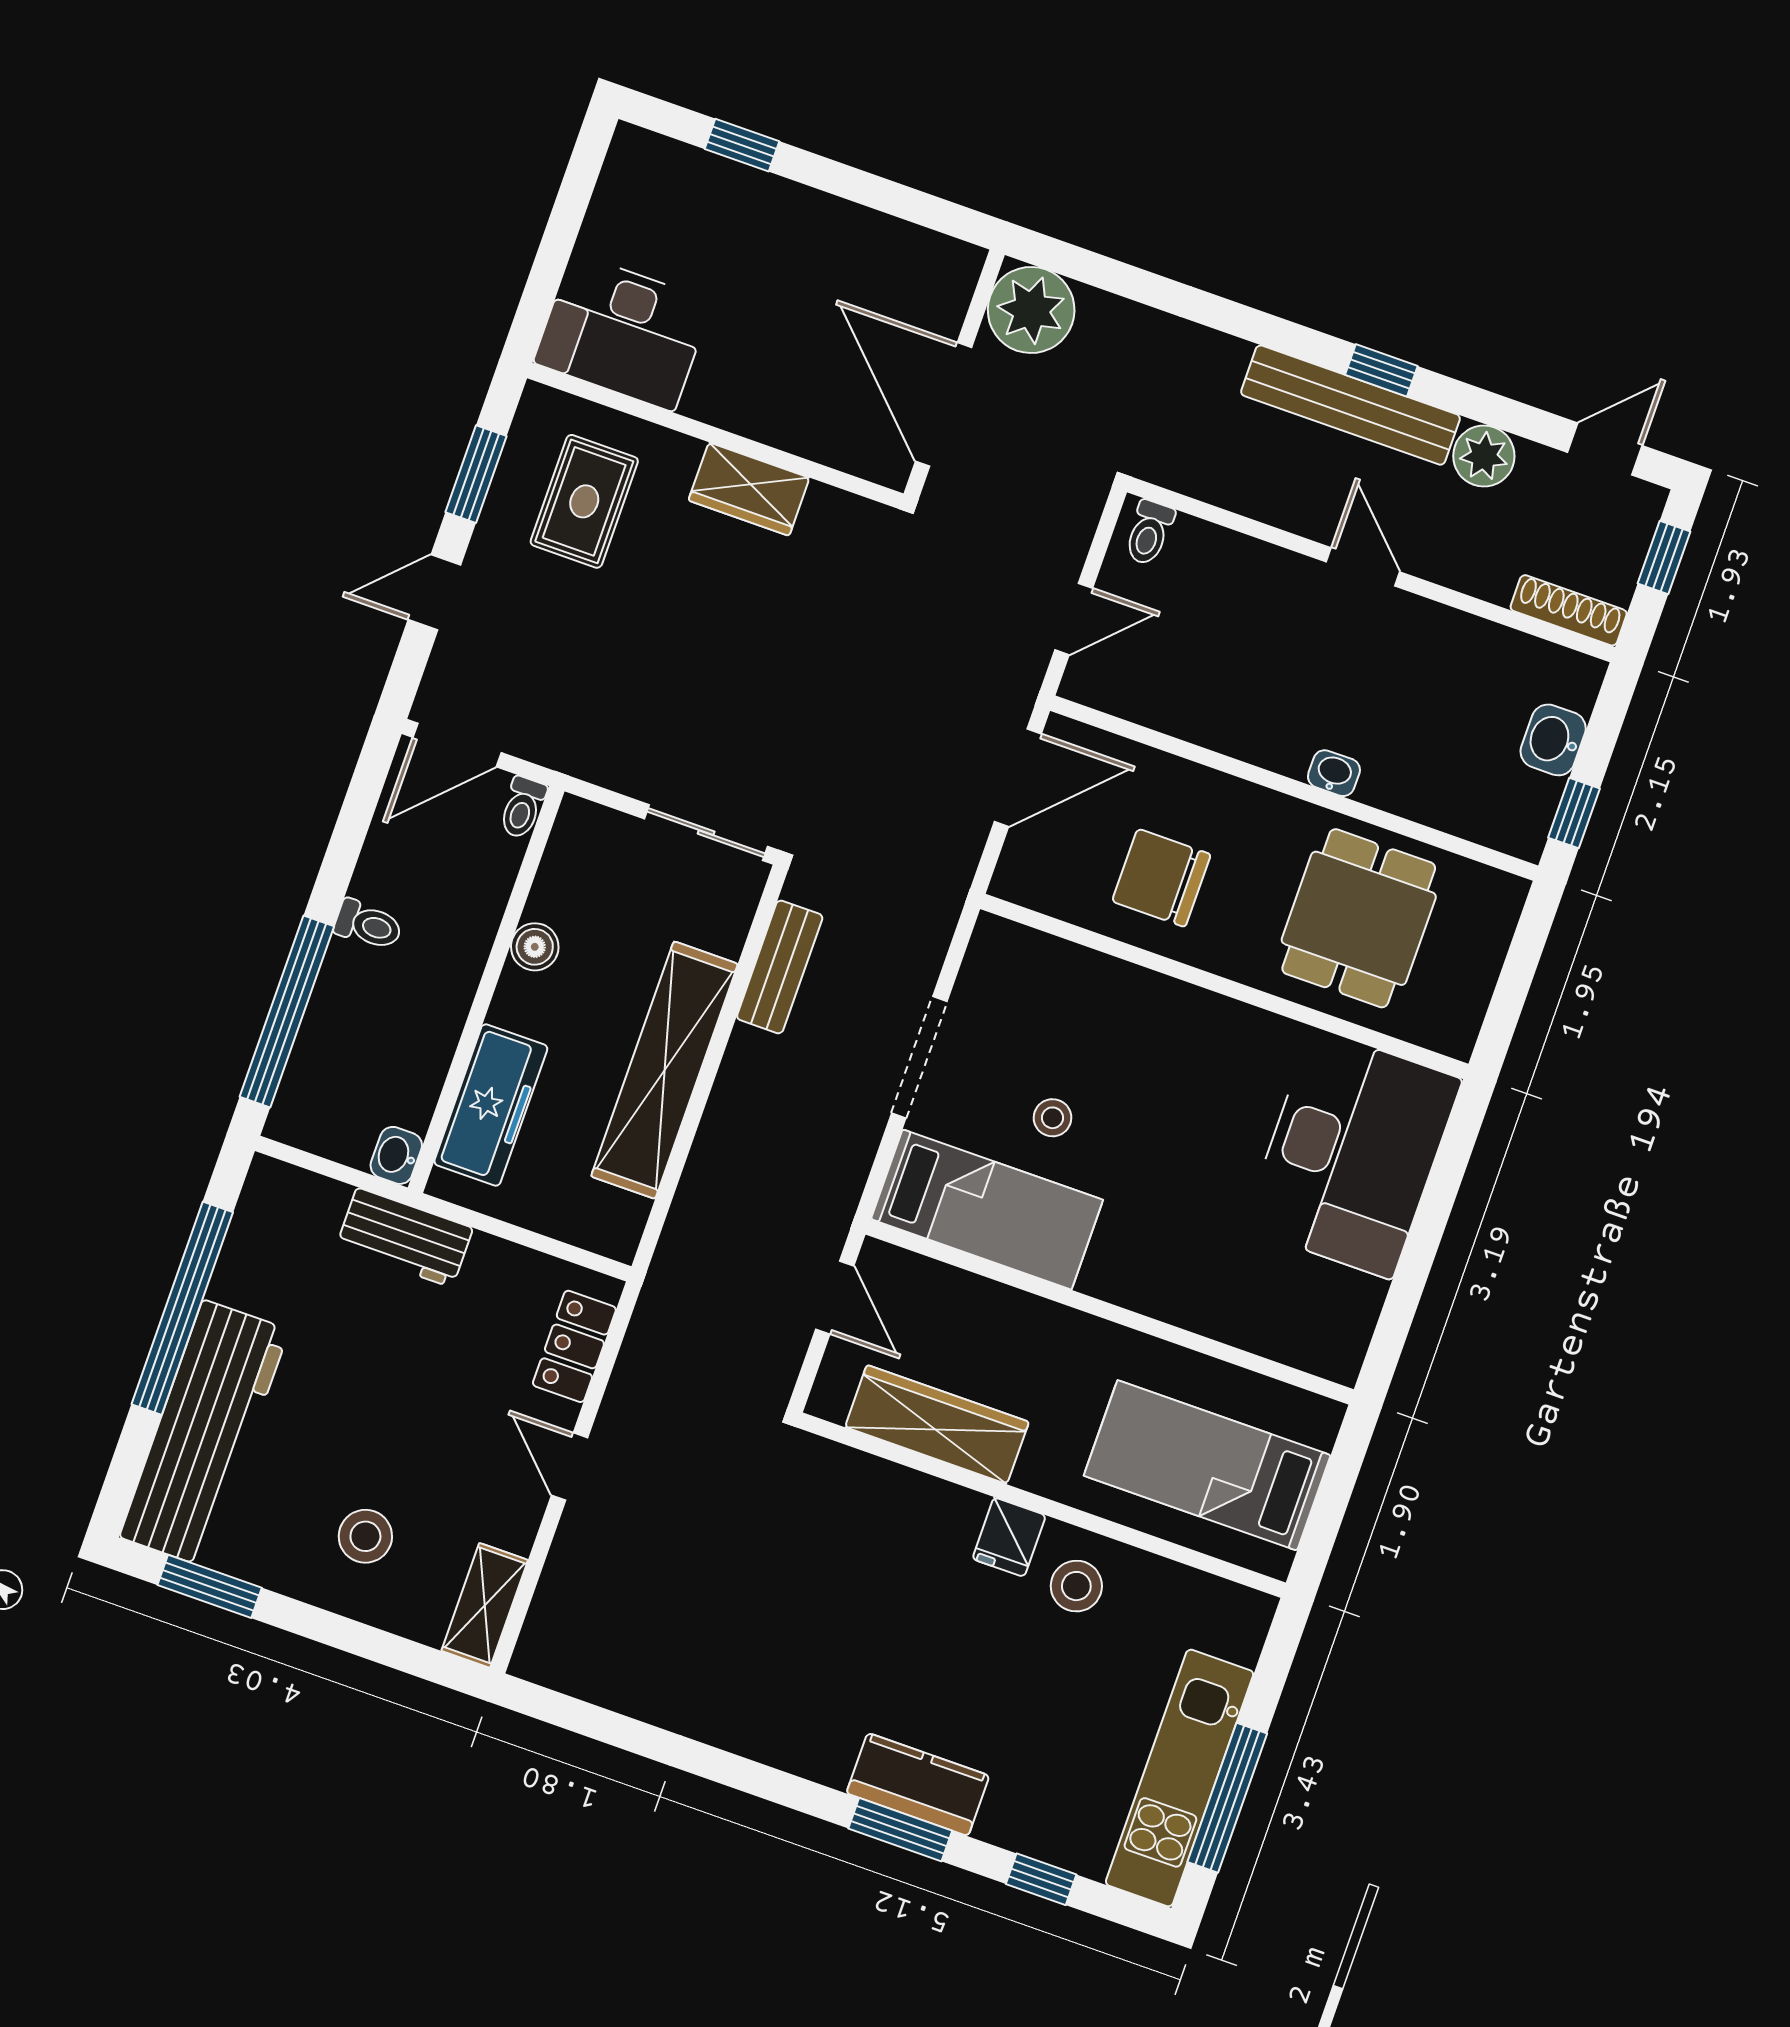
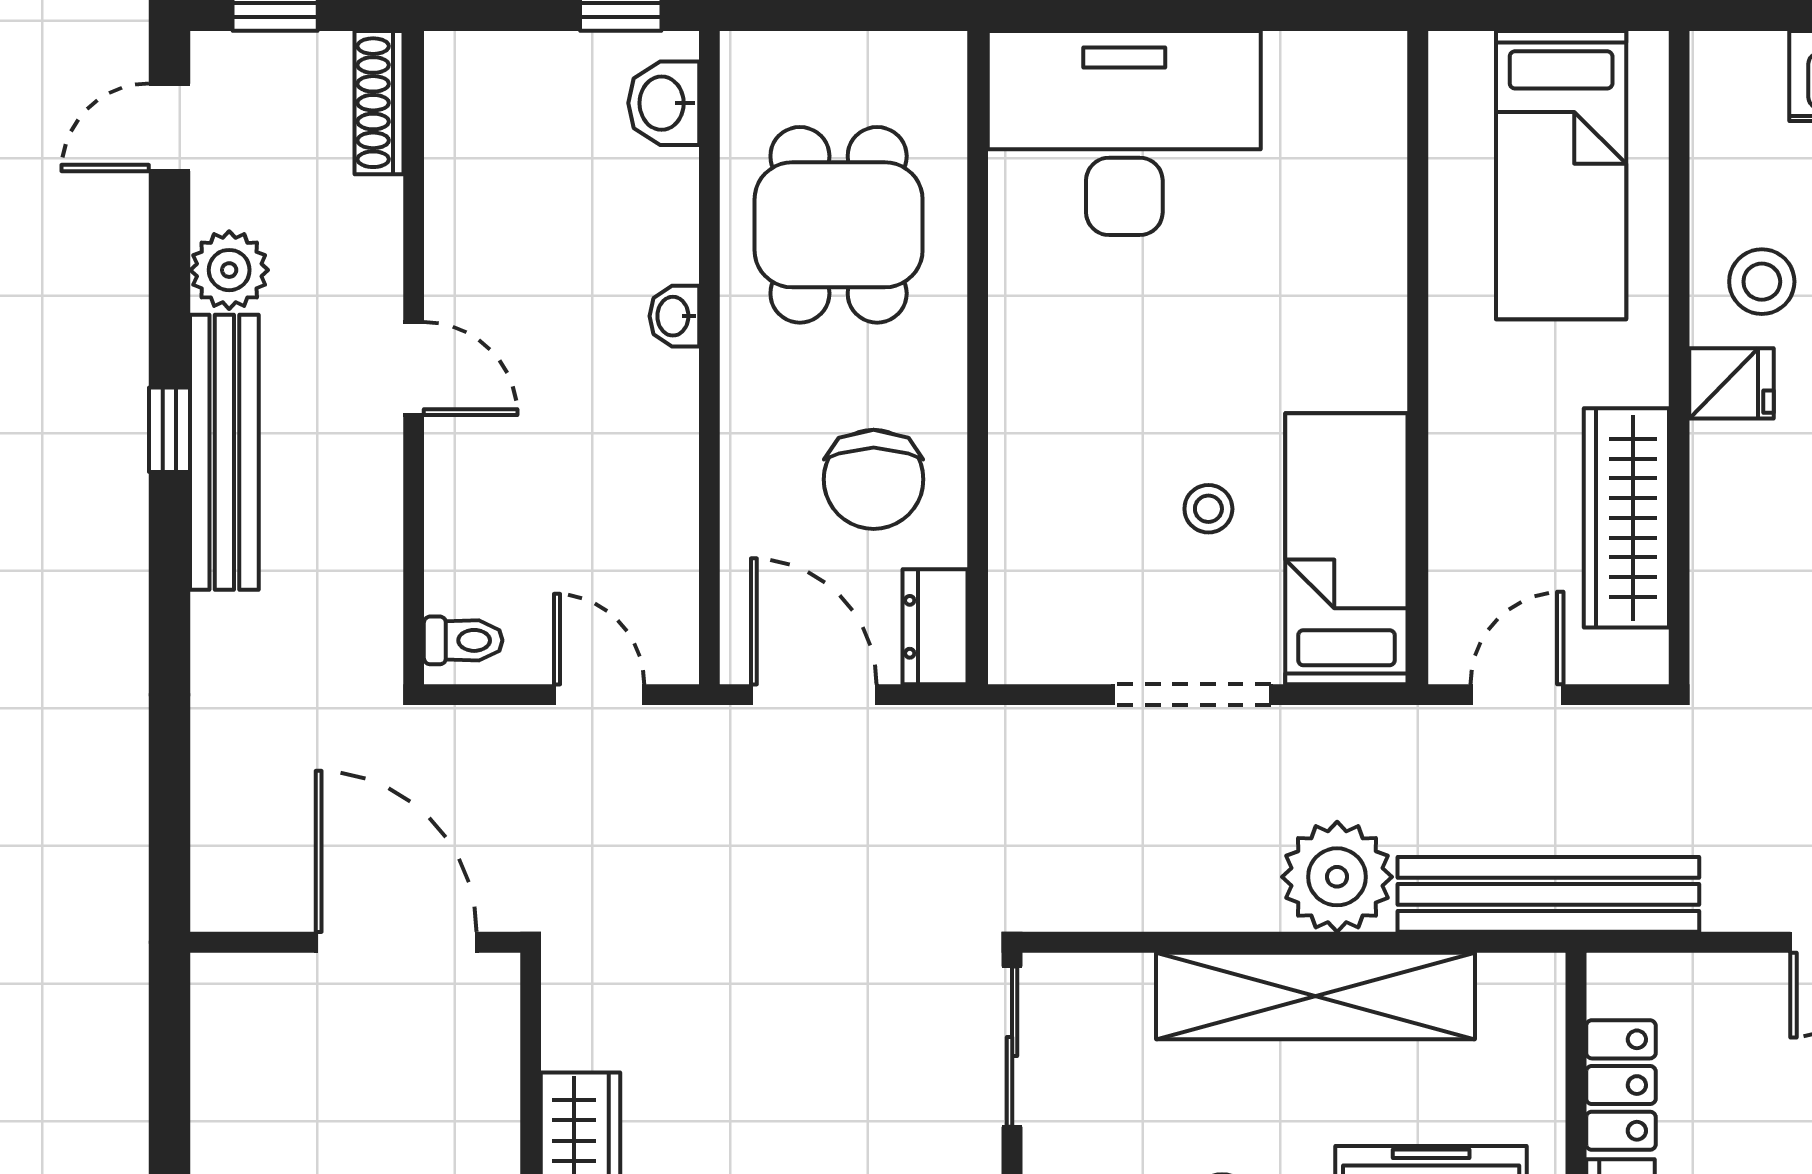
plant: (1031, 310) -> (1337, 877), moved
door: (944, 404) -> (396, 942), swing flipped
door: (1605, 449) -> (170, 127), hinge flipped
door: (1363, 567) -> (414, 369), swing flipped
washbasin: (1553, 740) -> (664, 103), moved, turned 90
dresser: (1036, 885) -> (935, 627), added
dining table: (1359, 918) -> (839, 225), turned 90
bench: (780, 967) -> (1548, 894), moved, width x1.86, depth x1.21
locker: (574, 1346) -> (1621, 1085), moved, turned -90

